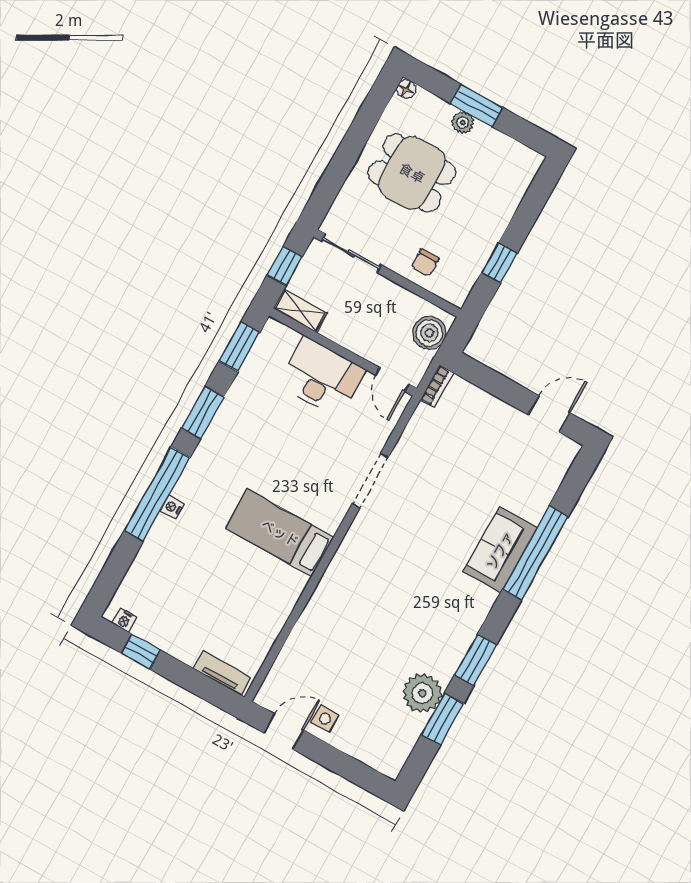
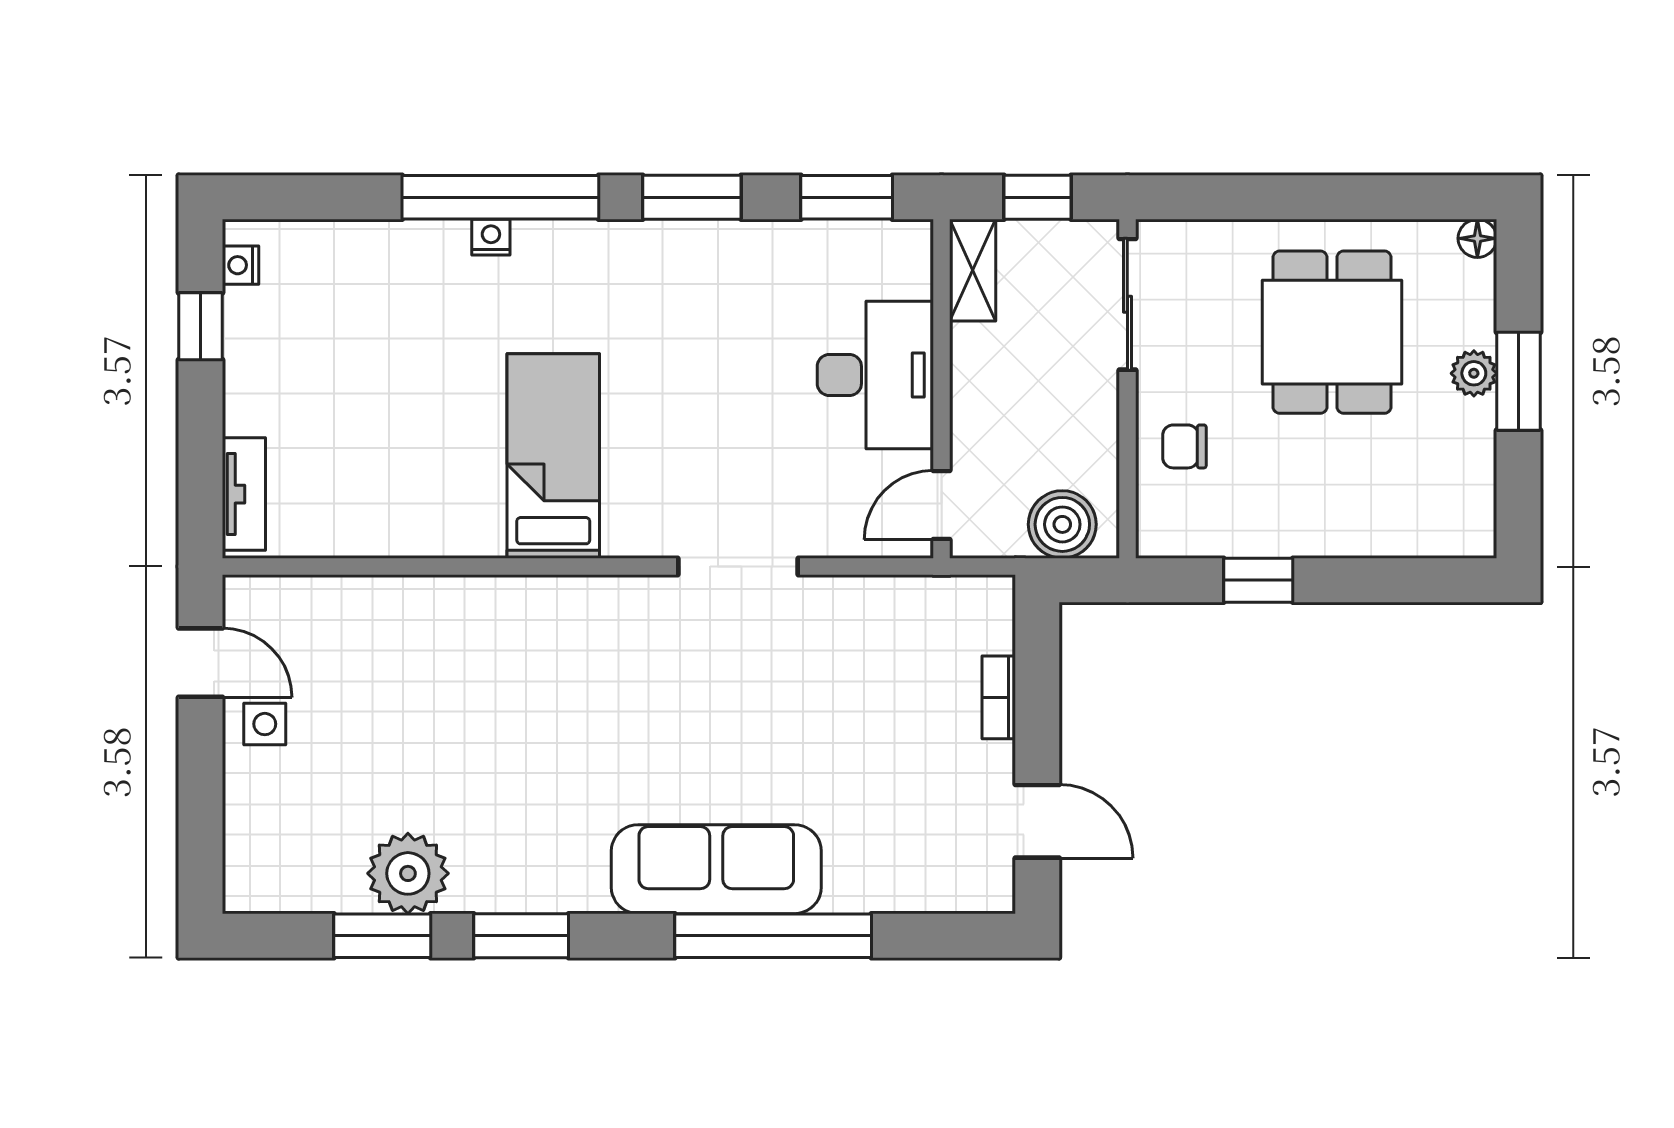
bookcase: (437, 386) -> (999, 697), moved, turned 90
sofa: (500, 550) -> (716, 869), width x1.36

